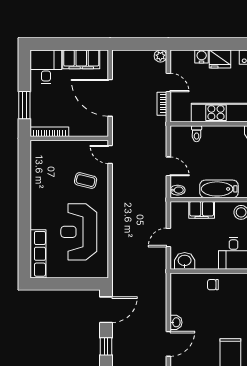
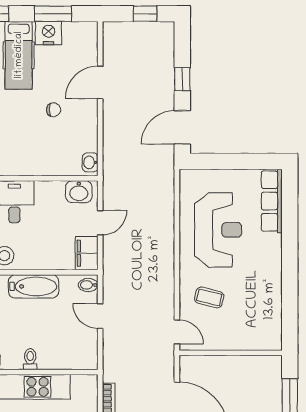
bookcase: (49, 132) -> (257, 362), removed
toilet: (197, 134) -> (30, 359), moved
filing cabinet: (202, 210) -> (87, 253), moved, turned -90
chair: (213, 285) -> (54, 110), moved
washbasin: (176, 322) -> (90, 162), moved

